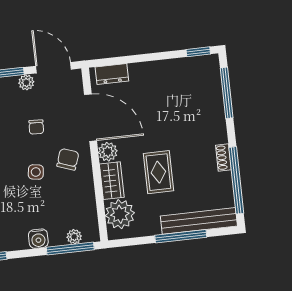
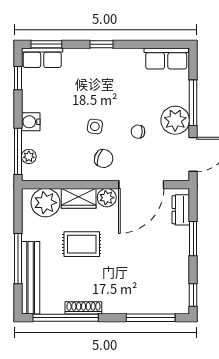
window: (140, 58) -> (193, 239), added
plant: (26, 82) -> (175, 120), width x1.87, depth x1.87
shoe rack: (223, 157) -> (83, 308), width x1.43

